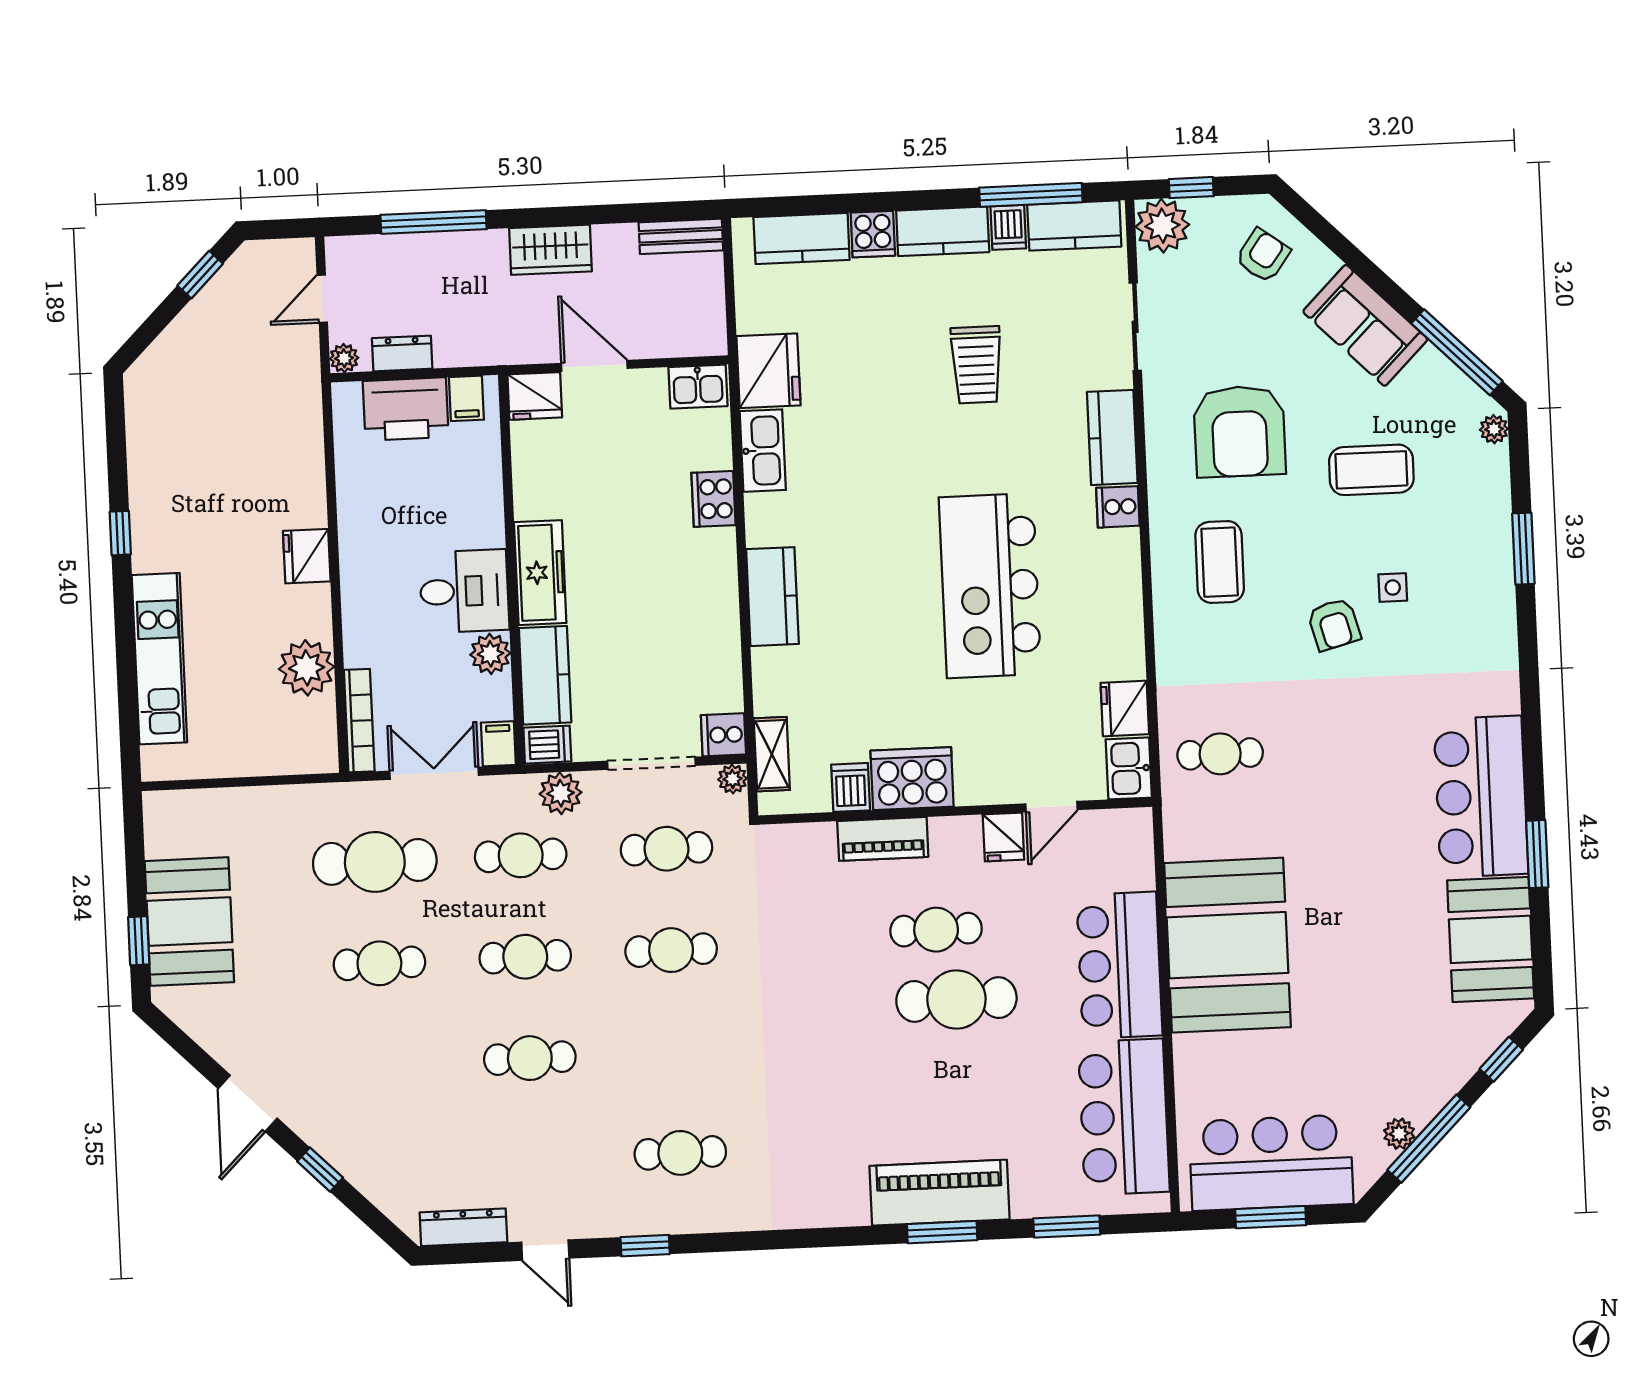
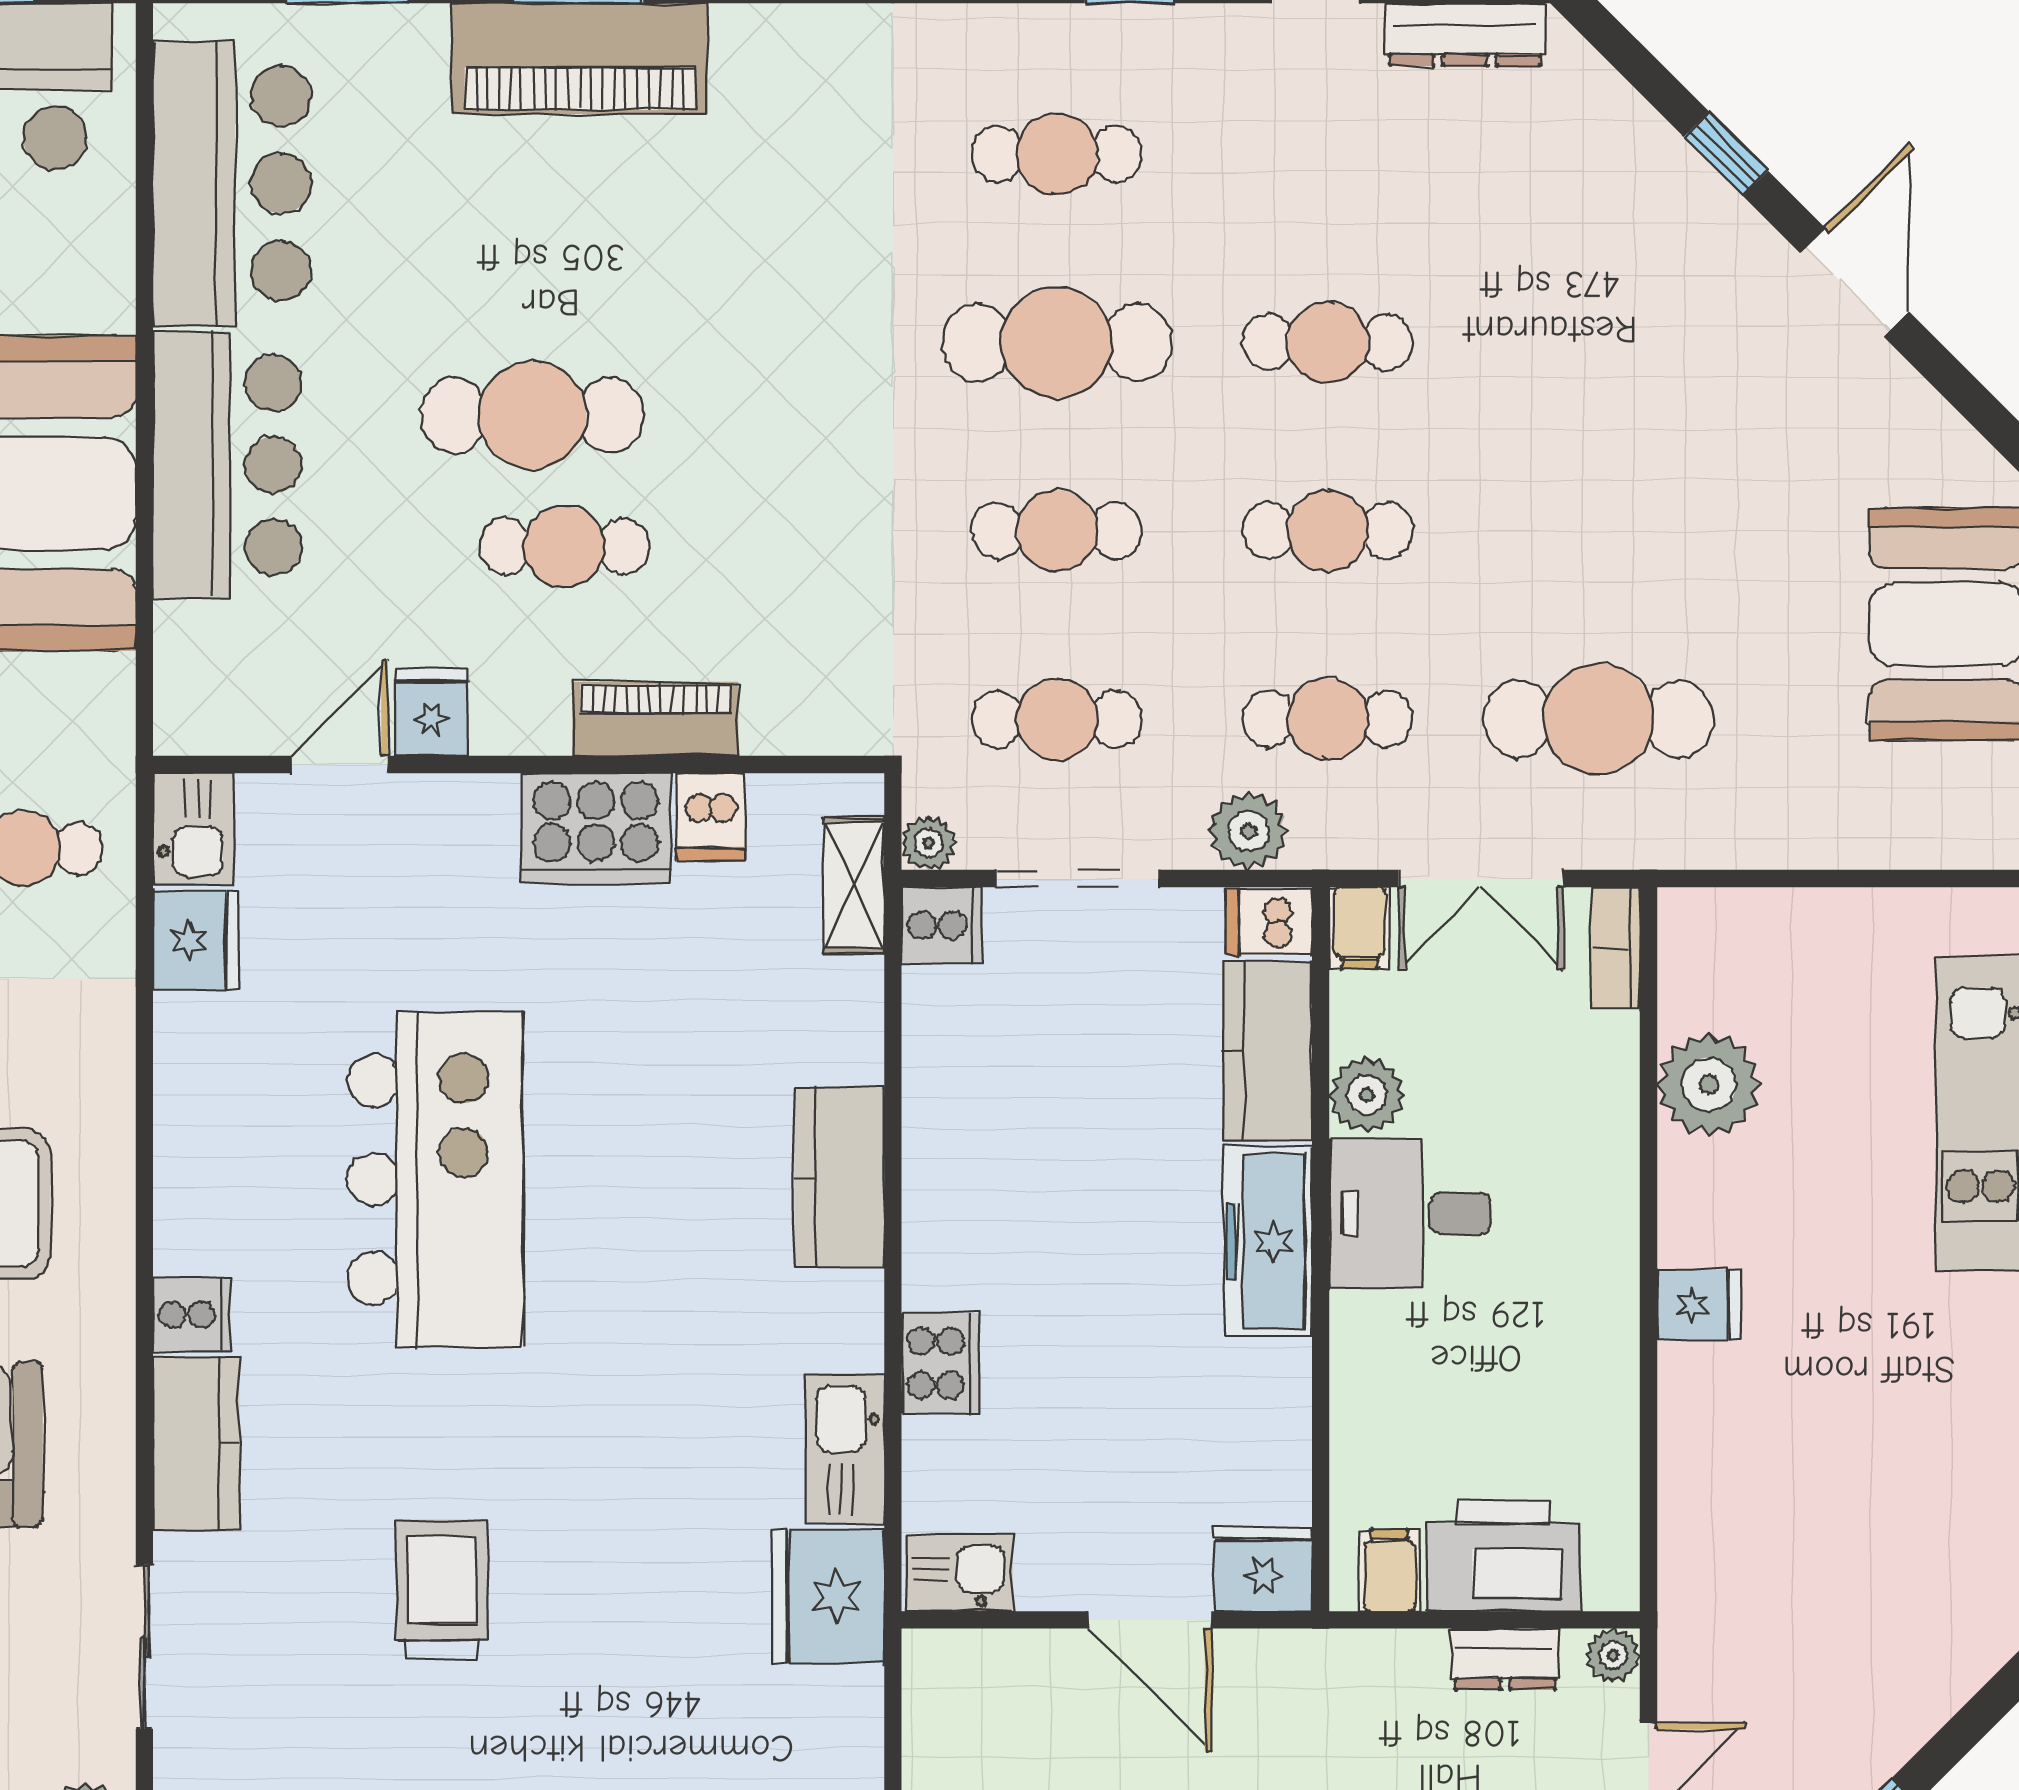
fridge: (307, 556) -> (1699, 1305), width x0.72
bookcase: (359, 721) -> (1616, 948), width x0.64
cafe table: (379, 963) -> (1057, 342), moved, width x1.37, depth x1.35

